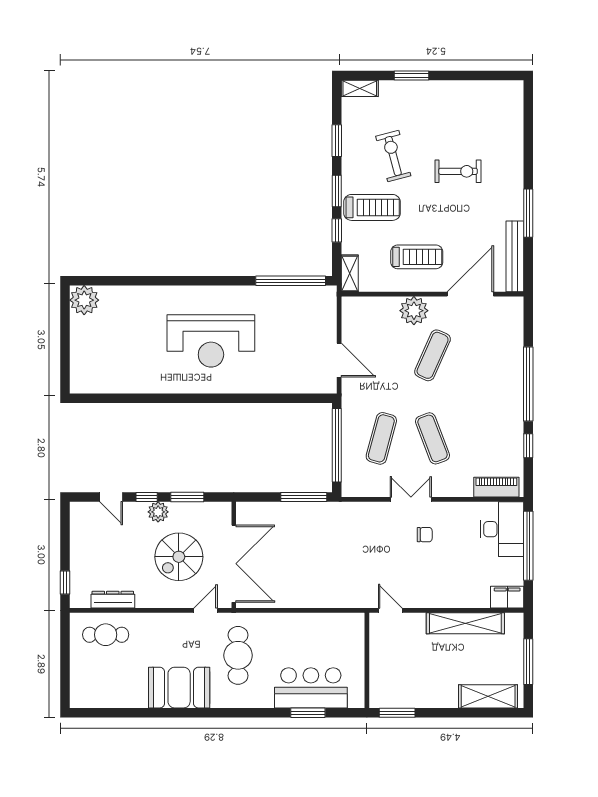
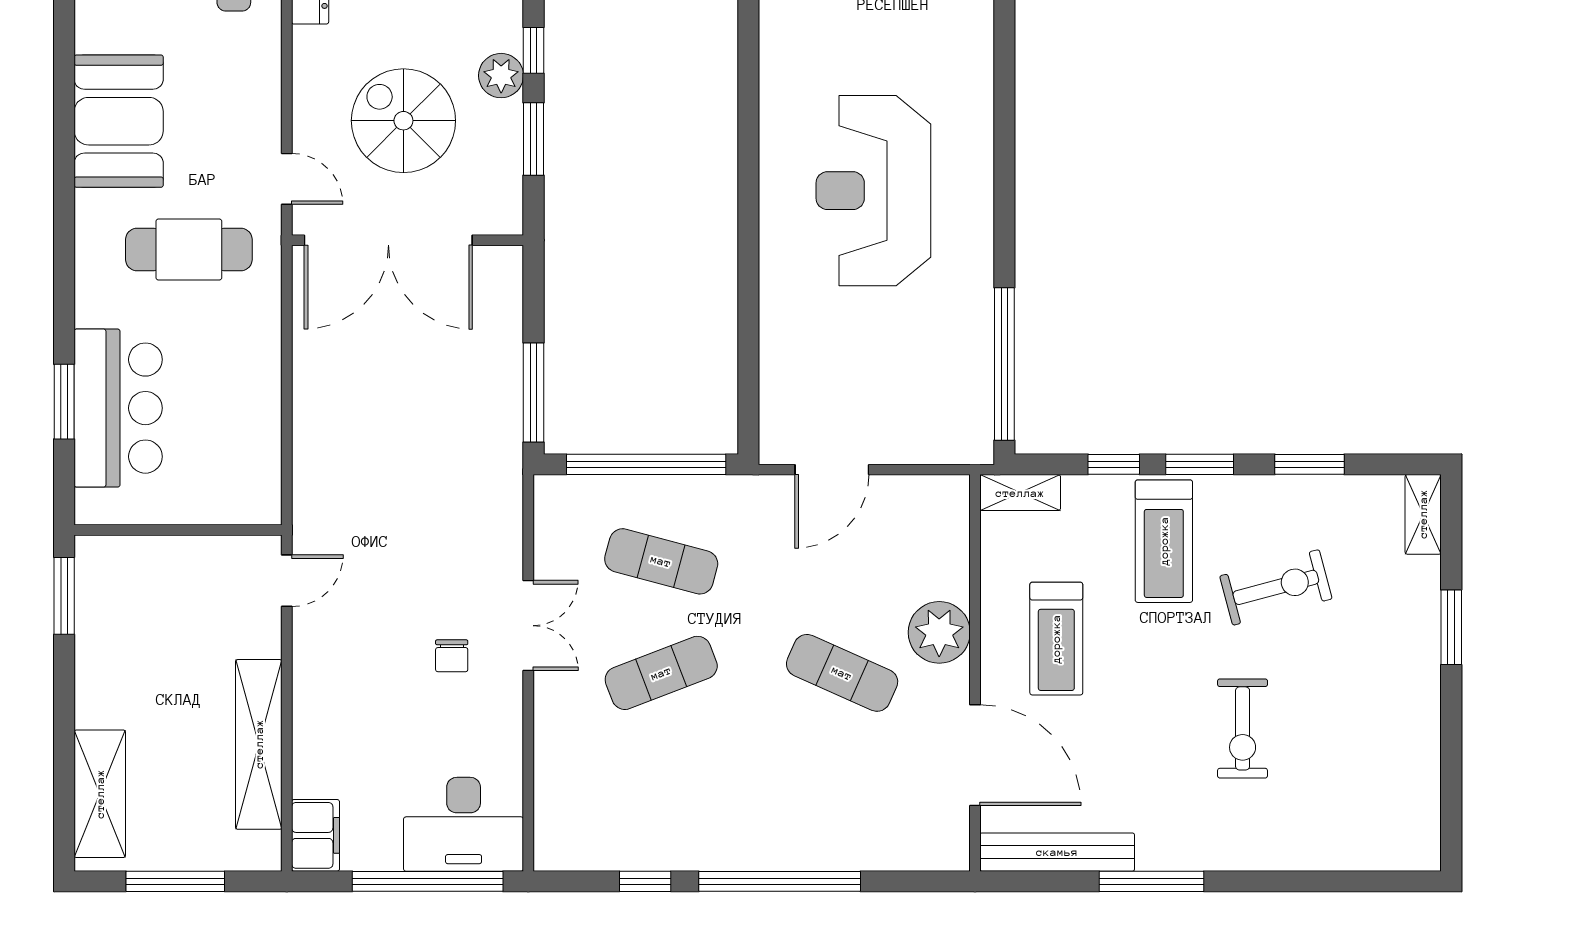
piano: (496, 487) -> (555, 812), removed

